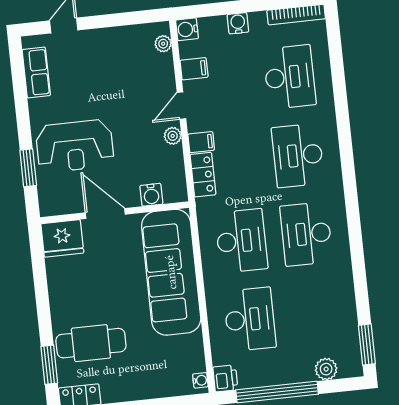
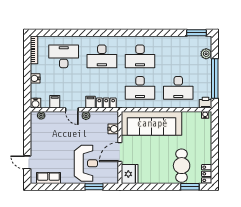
desk: (241, 241) -> (140, 88), turned 180
desk: (250, 319) -> (178, 88), turned 180

